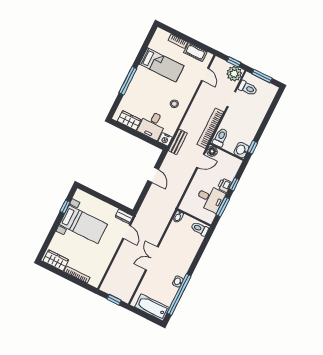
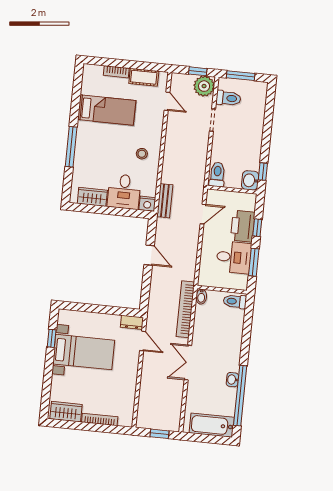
bookcase: (210, 128) -> (185, 309), moved
floor lamp: (212, 151) -> (213, 196), removed
printer: (225, 185) -> (243, 226), width x1.87, depth x1.48

